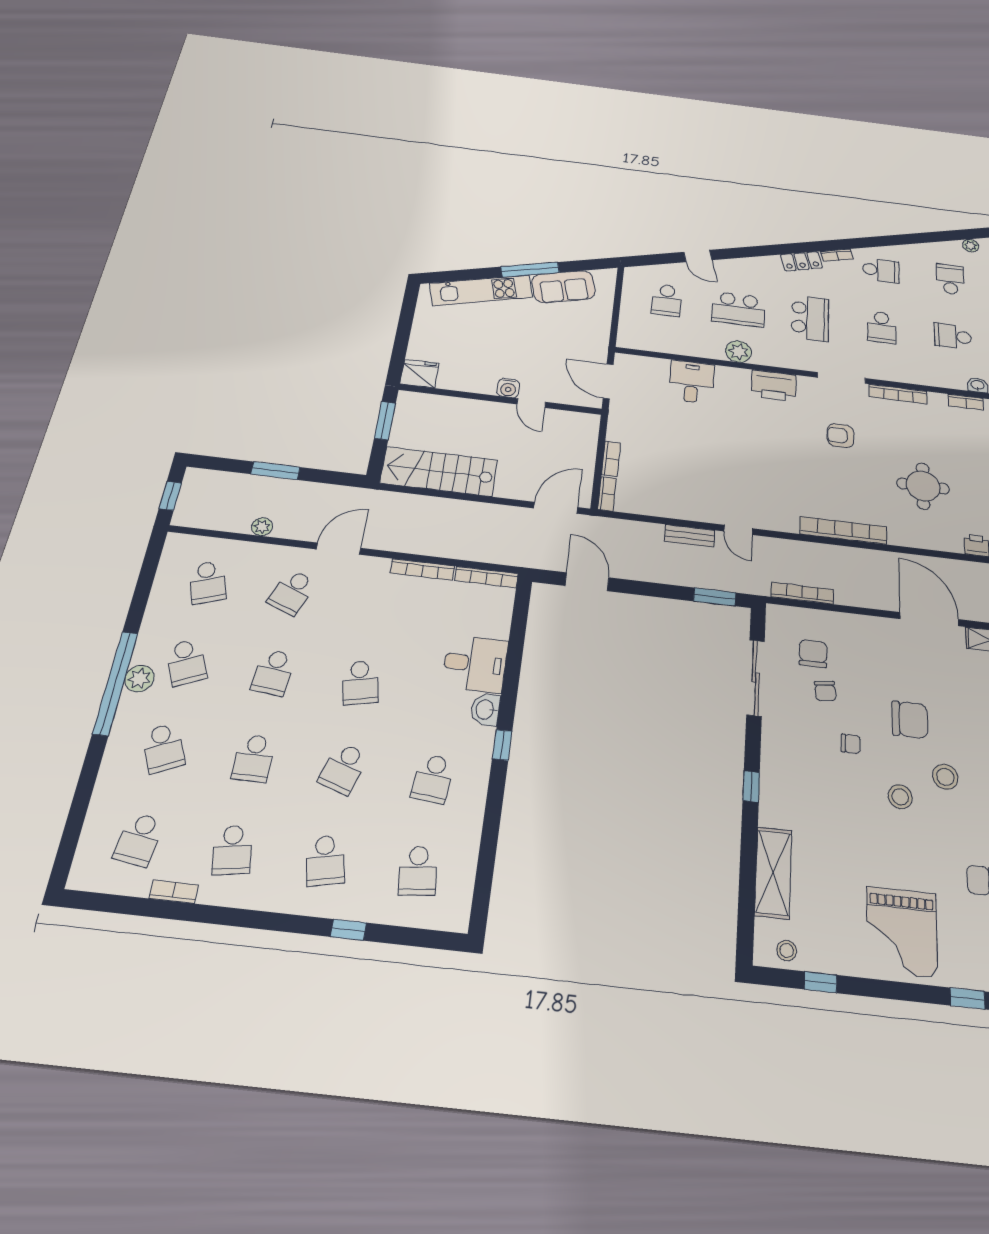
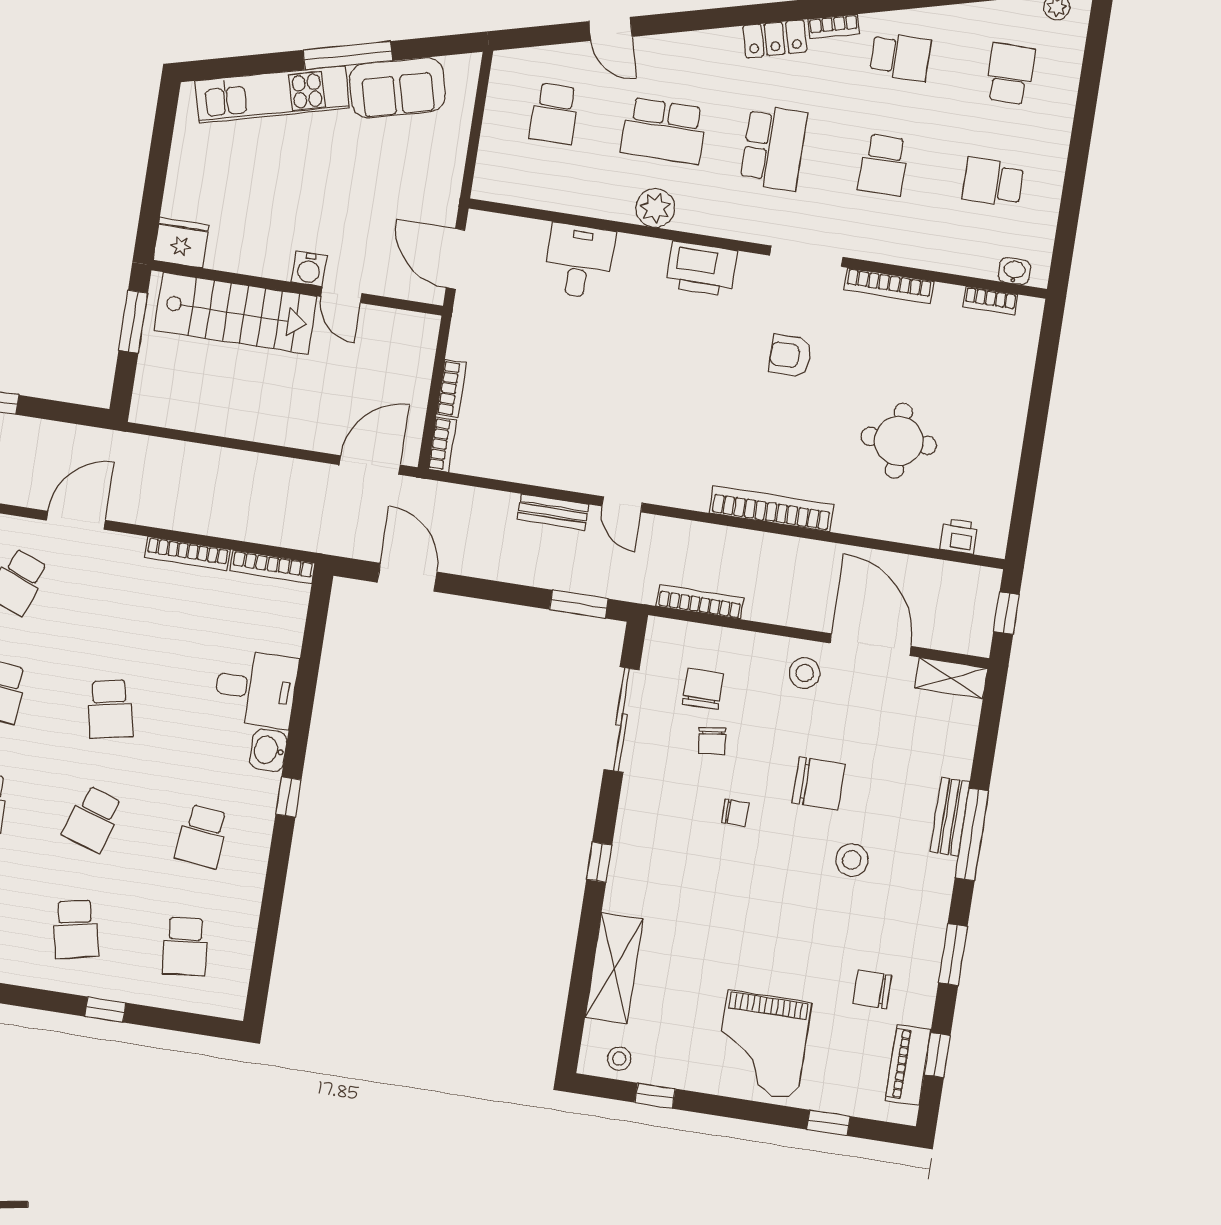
stairs: (439, 471) -> (236, 313), moved, turned 180
stool: (900, 797) -> (805, 673), moved

